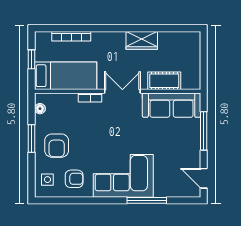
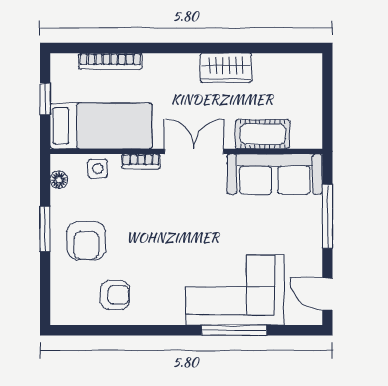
corner sofa: (123, 176) -> (235, 290), moved
side table: (47, 180) -> (98, 169), moved

